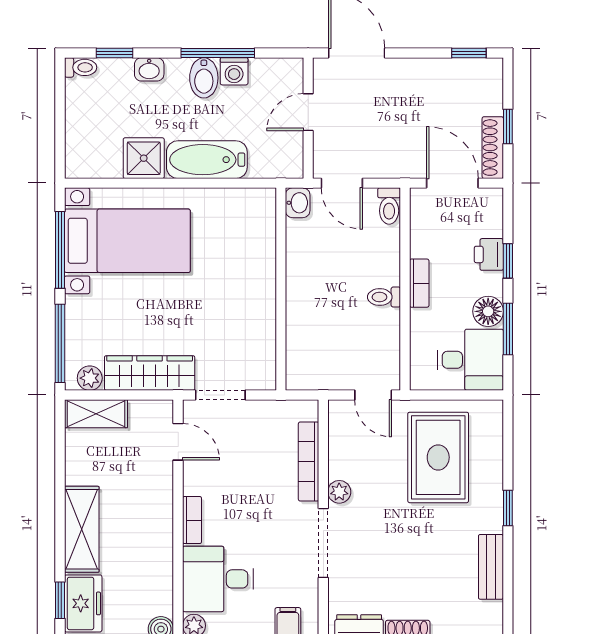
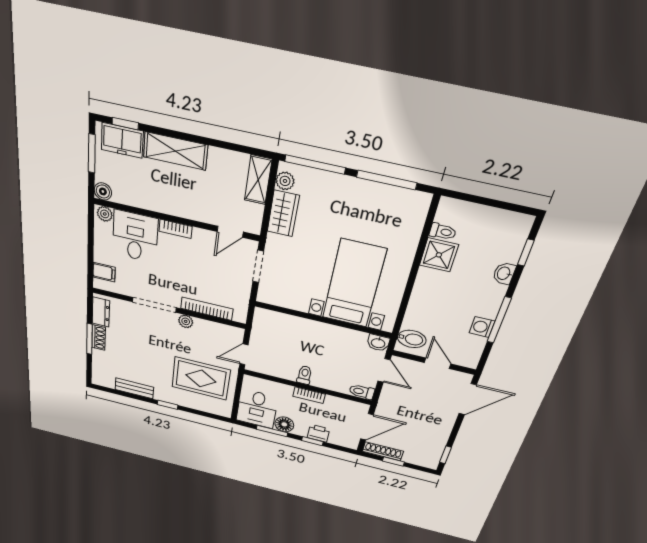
toilet: (81, 67) -> (443, 232), moved, turned -90
bidet: (204, 78) -> (412, 339), moved, turned 180
bathtub: (207, 160) -> (425, 296), removed
door: (342, 183) -> (384, 370), swing flipped
bed with nightstands: (127, 241) -> (354, 284), moved, turned 180
wardrobe: (150, 373) -> (283, 214), width x0.67

